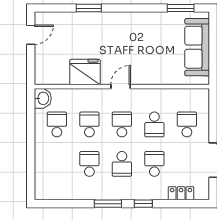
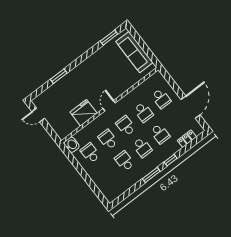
door: (31, 35) -> (38, 115), swing flipped
school desk: (187, 124) -> (161, 99), turned 180
school desk: (154, 164) -> (160, 134), turned 180

